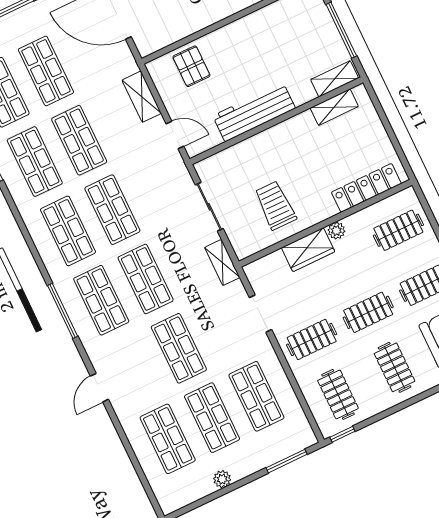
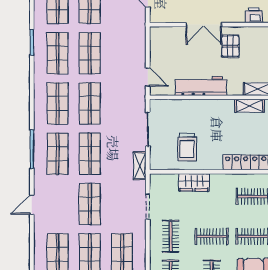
double door: (217, 26) -> (204, 25), added
pallet: (191, 66) -> (230, 46), moved
shelving: (142, 97) -> (139, 45), removed
trolley: (275, 205) -> (187, 147), turned 180
plant: (336, 231) -> (216, 179), removed
clothes rail: (312, 339) -> (171, 236), turned 90

